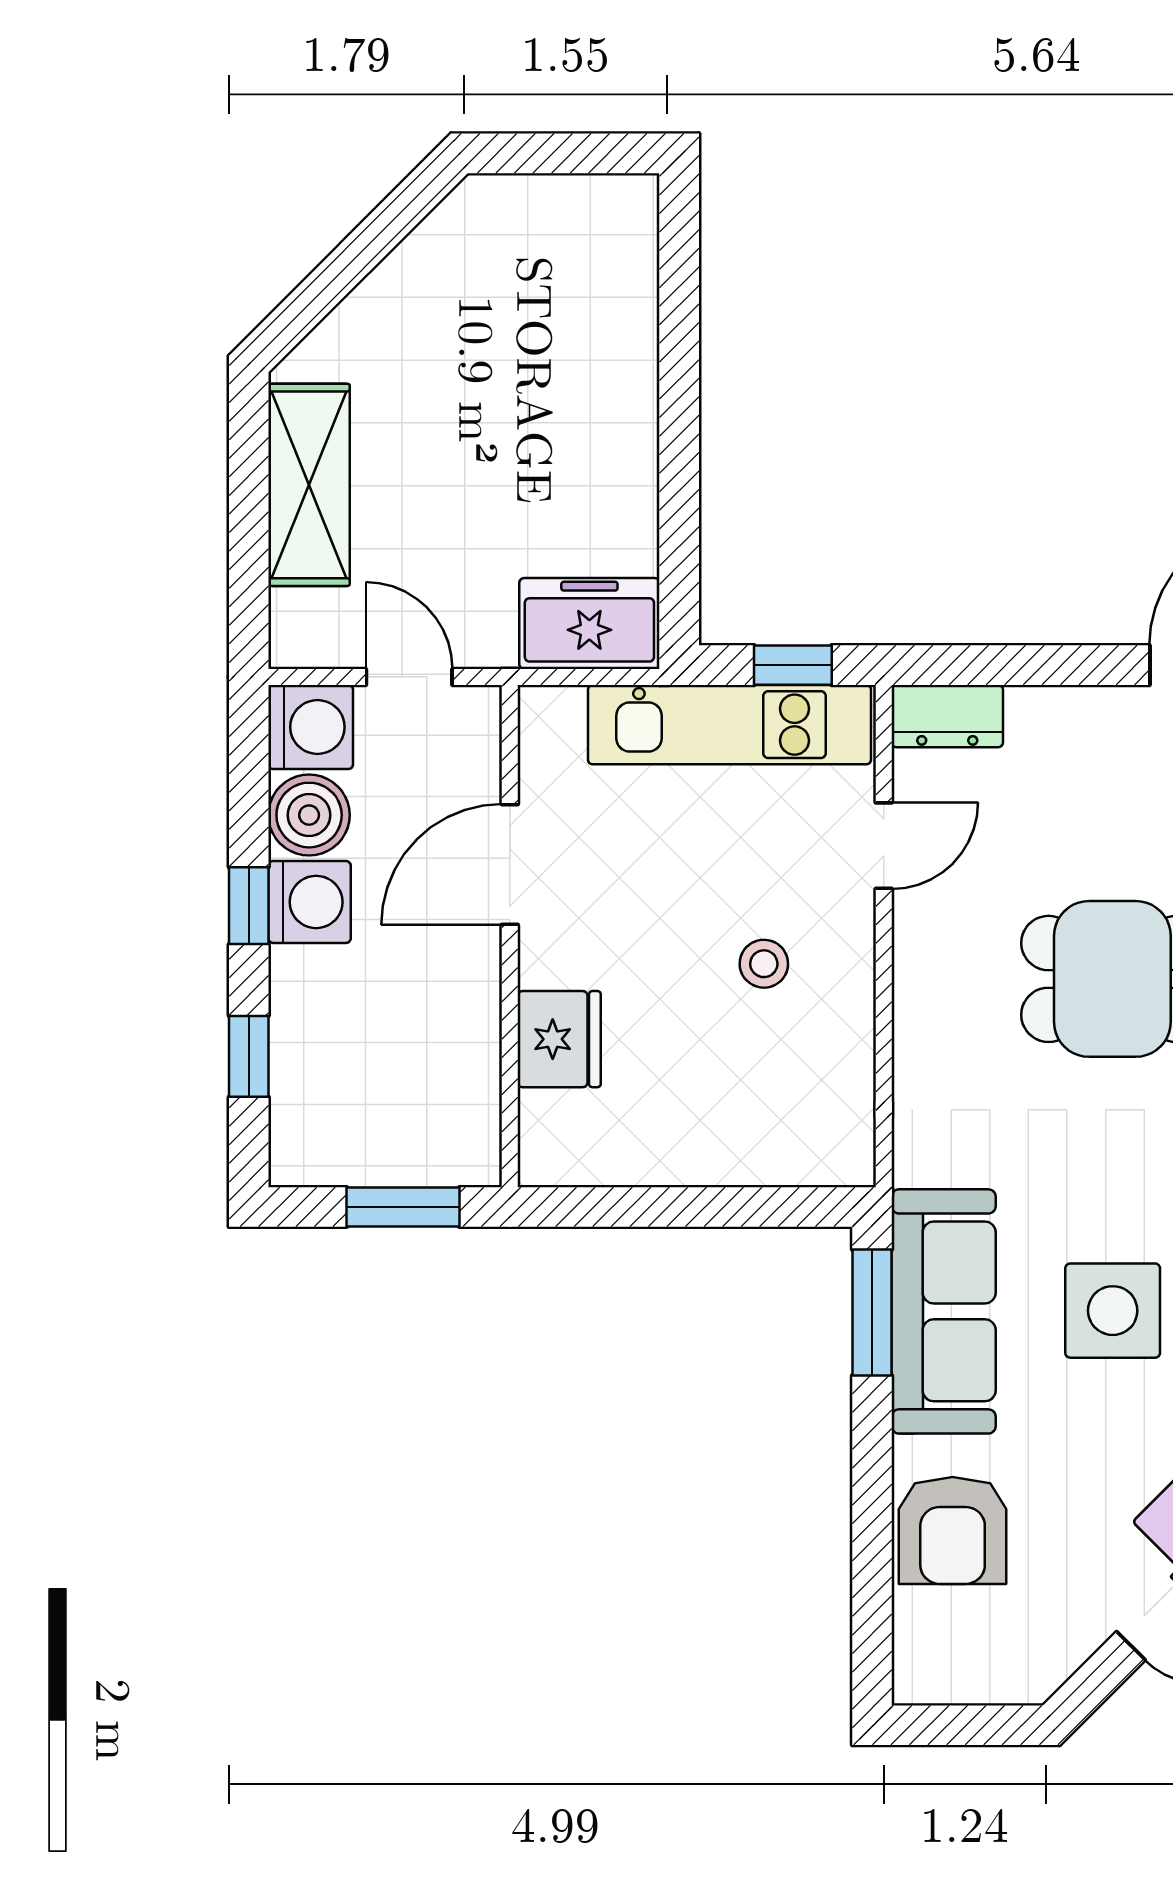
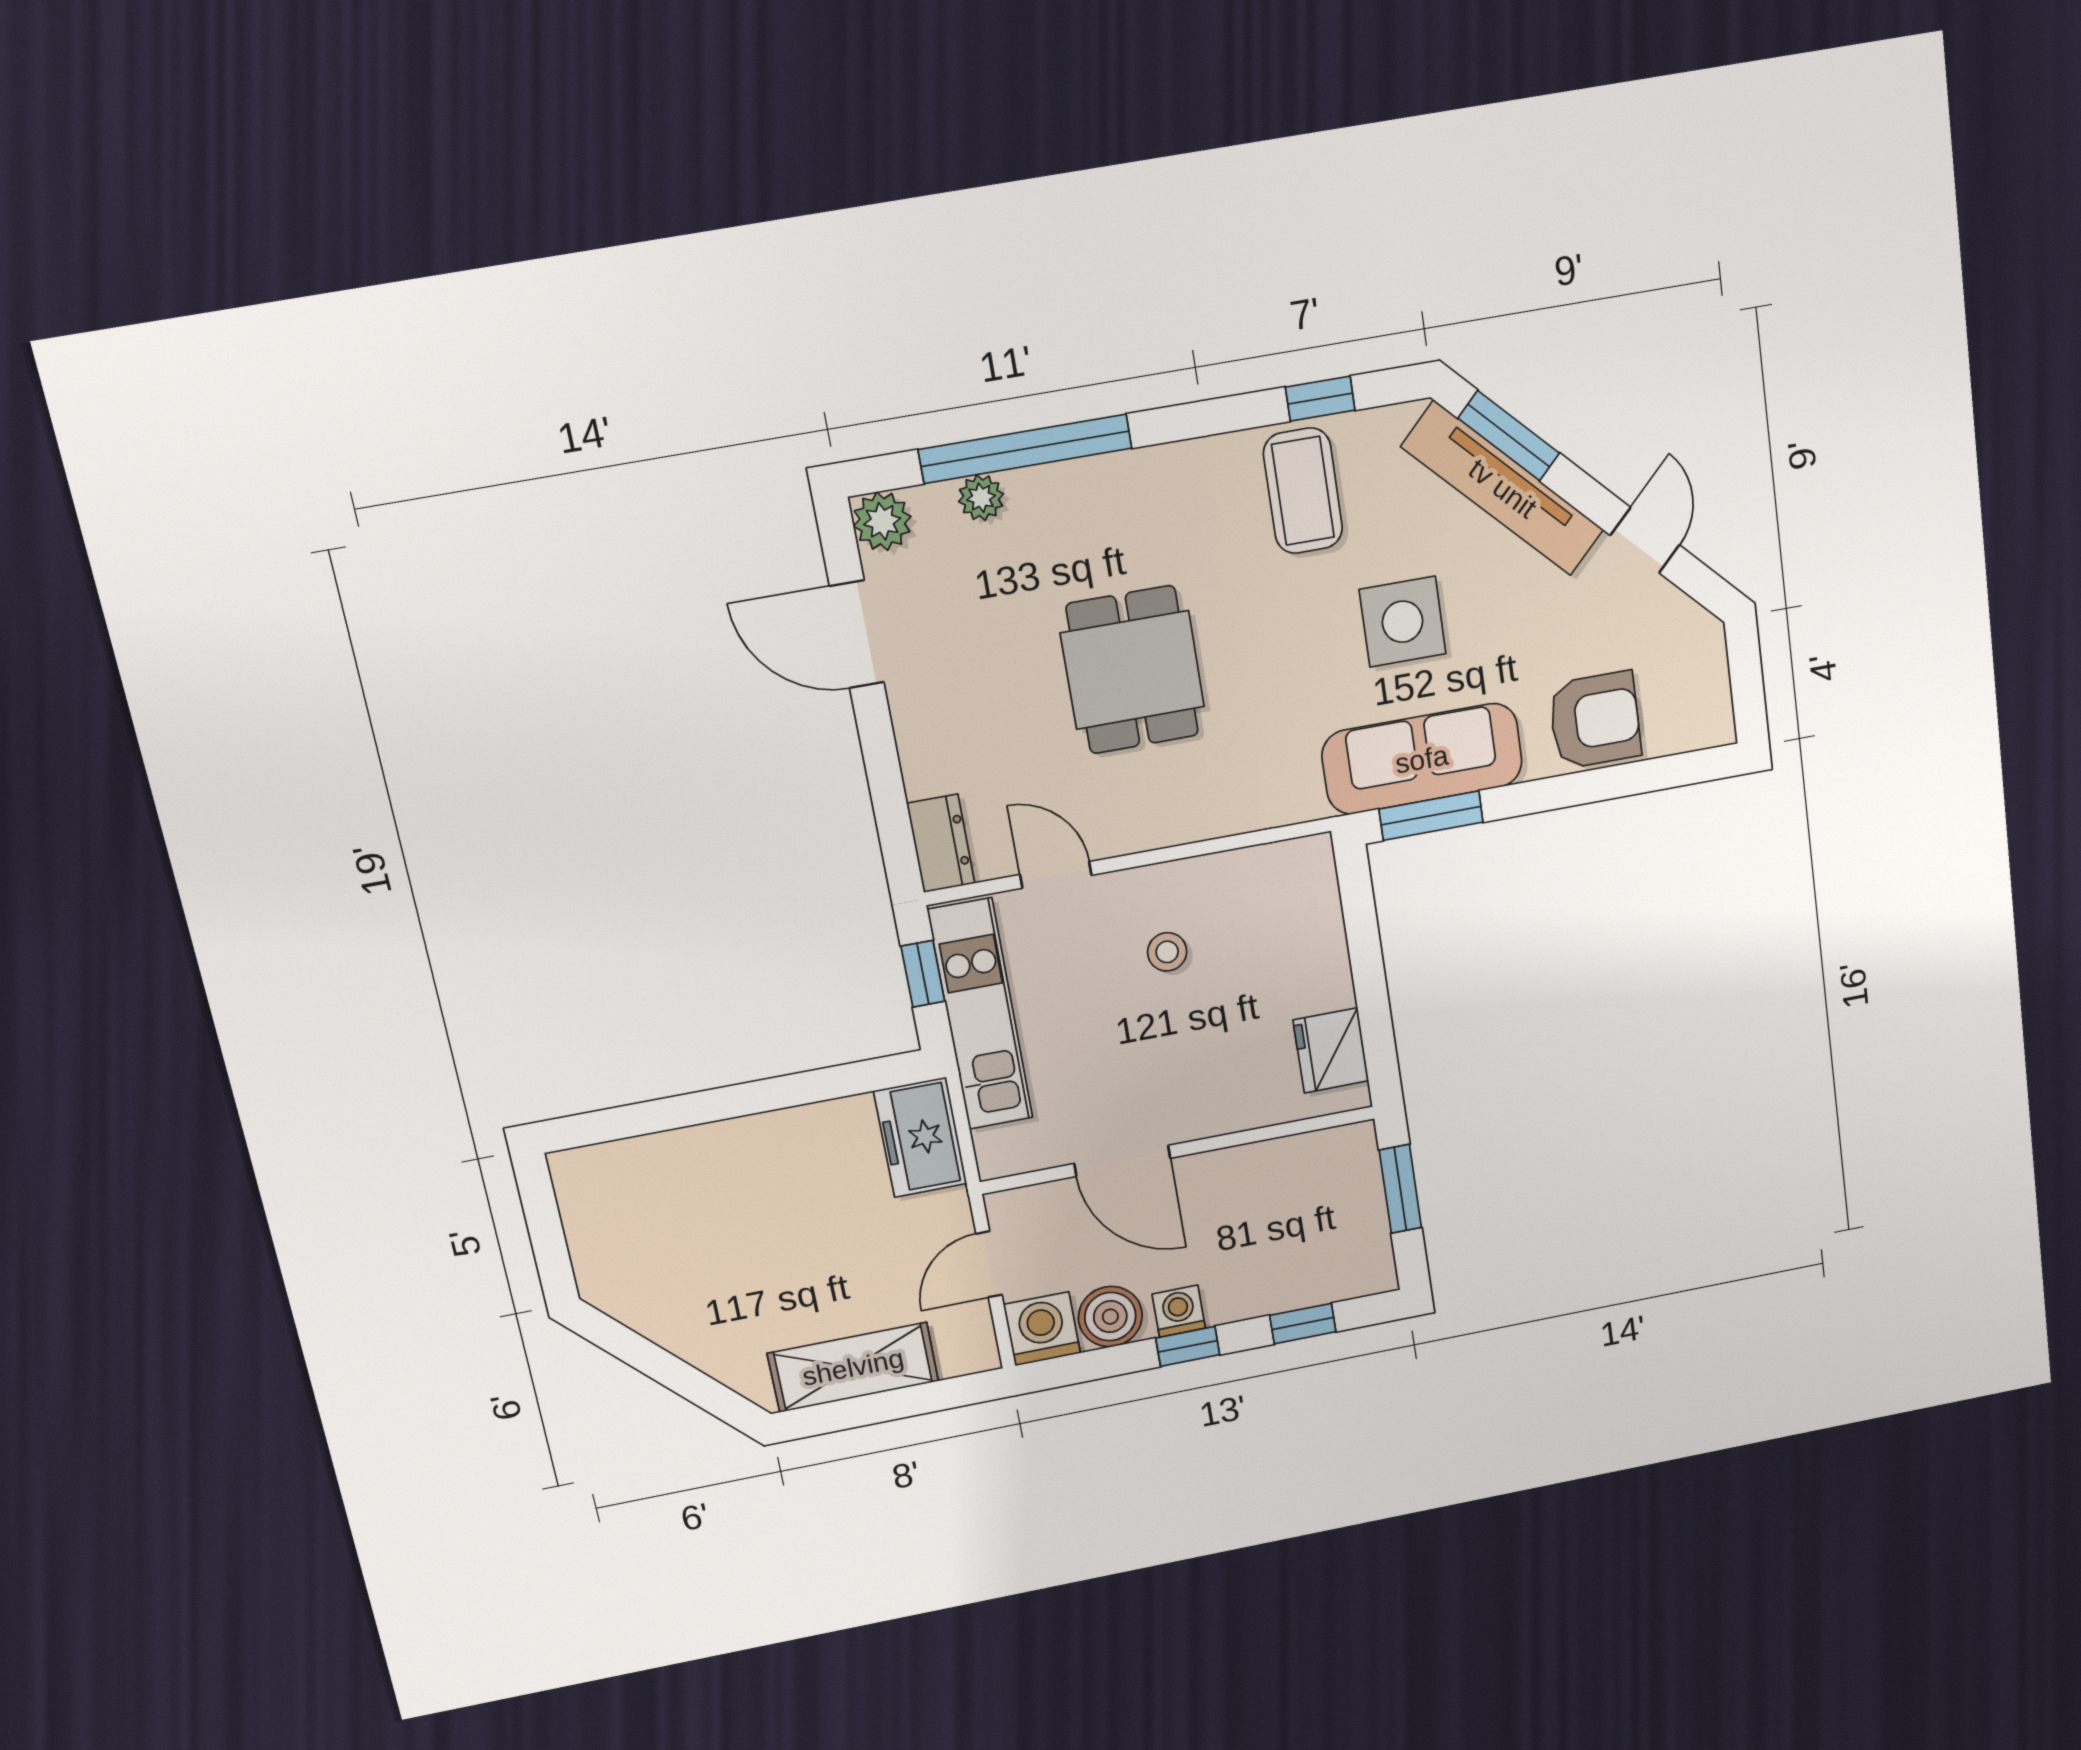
washing machine: (310, 902) -> (1179, 1311), width x0.73, depth x0.73
fridge: (559, 1039) -> (1331, 1050), moved, turned -90

